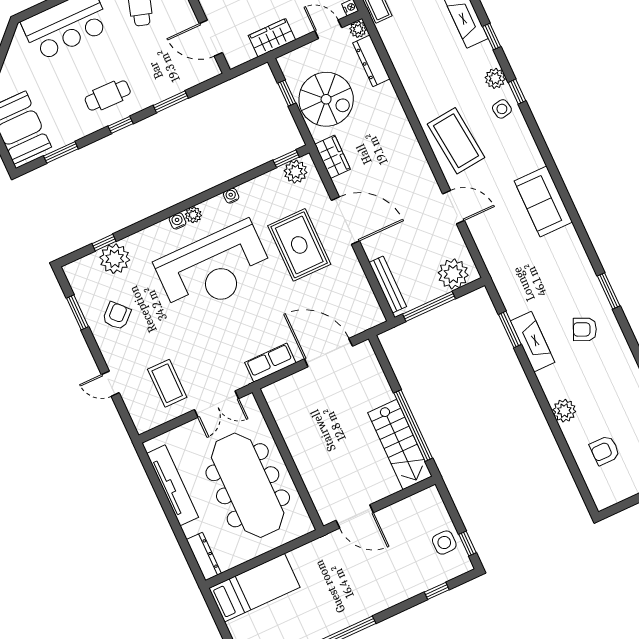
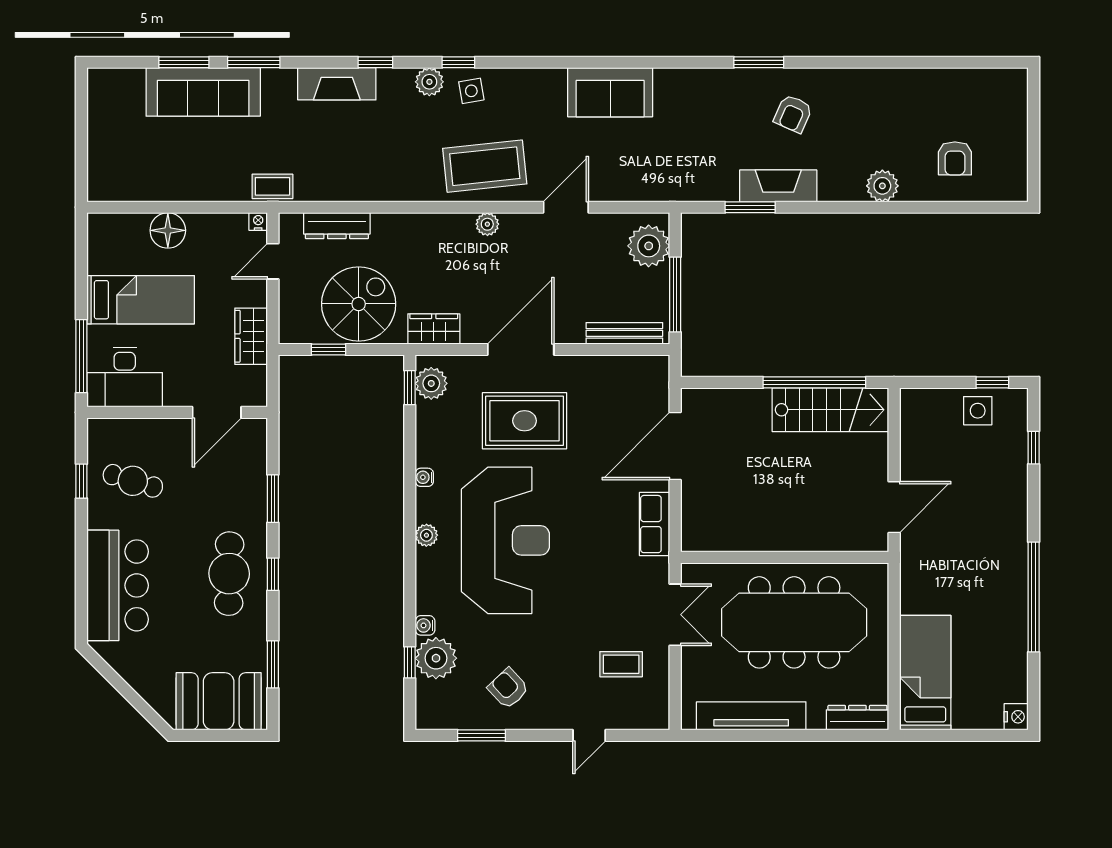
plant: (358, 29) -> (487, 224), moved
cafe table: (108, 96) -> (229, 574), width x1.37, depth x1.35
water cooler: (178, 221) -> (425, 625), moved
coffee table: (167, 383) -> (621, 664), width x0.73, depth x0.77

